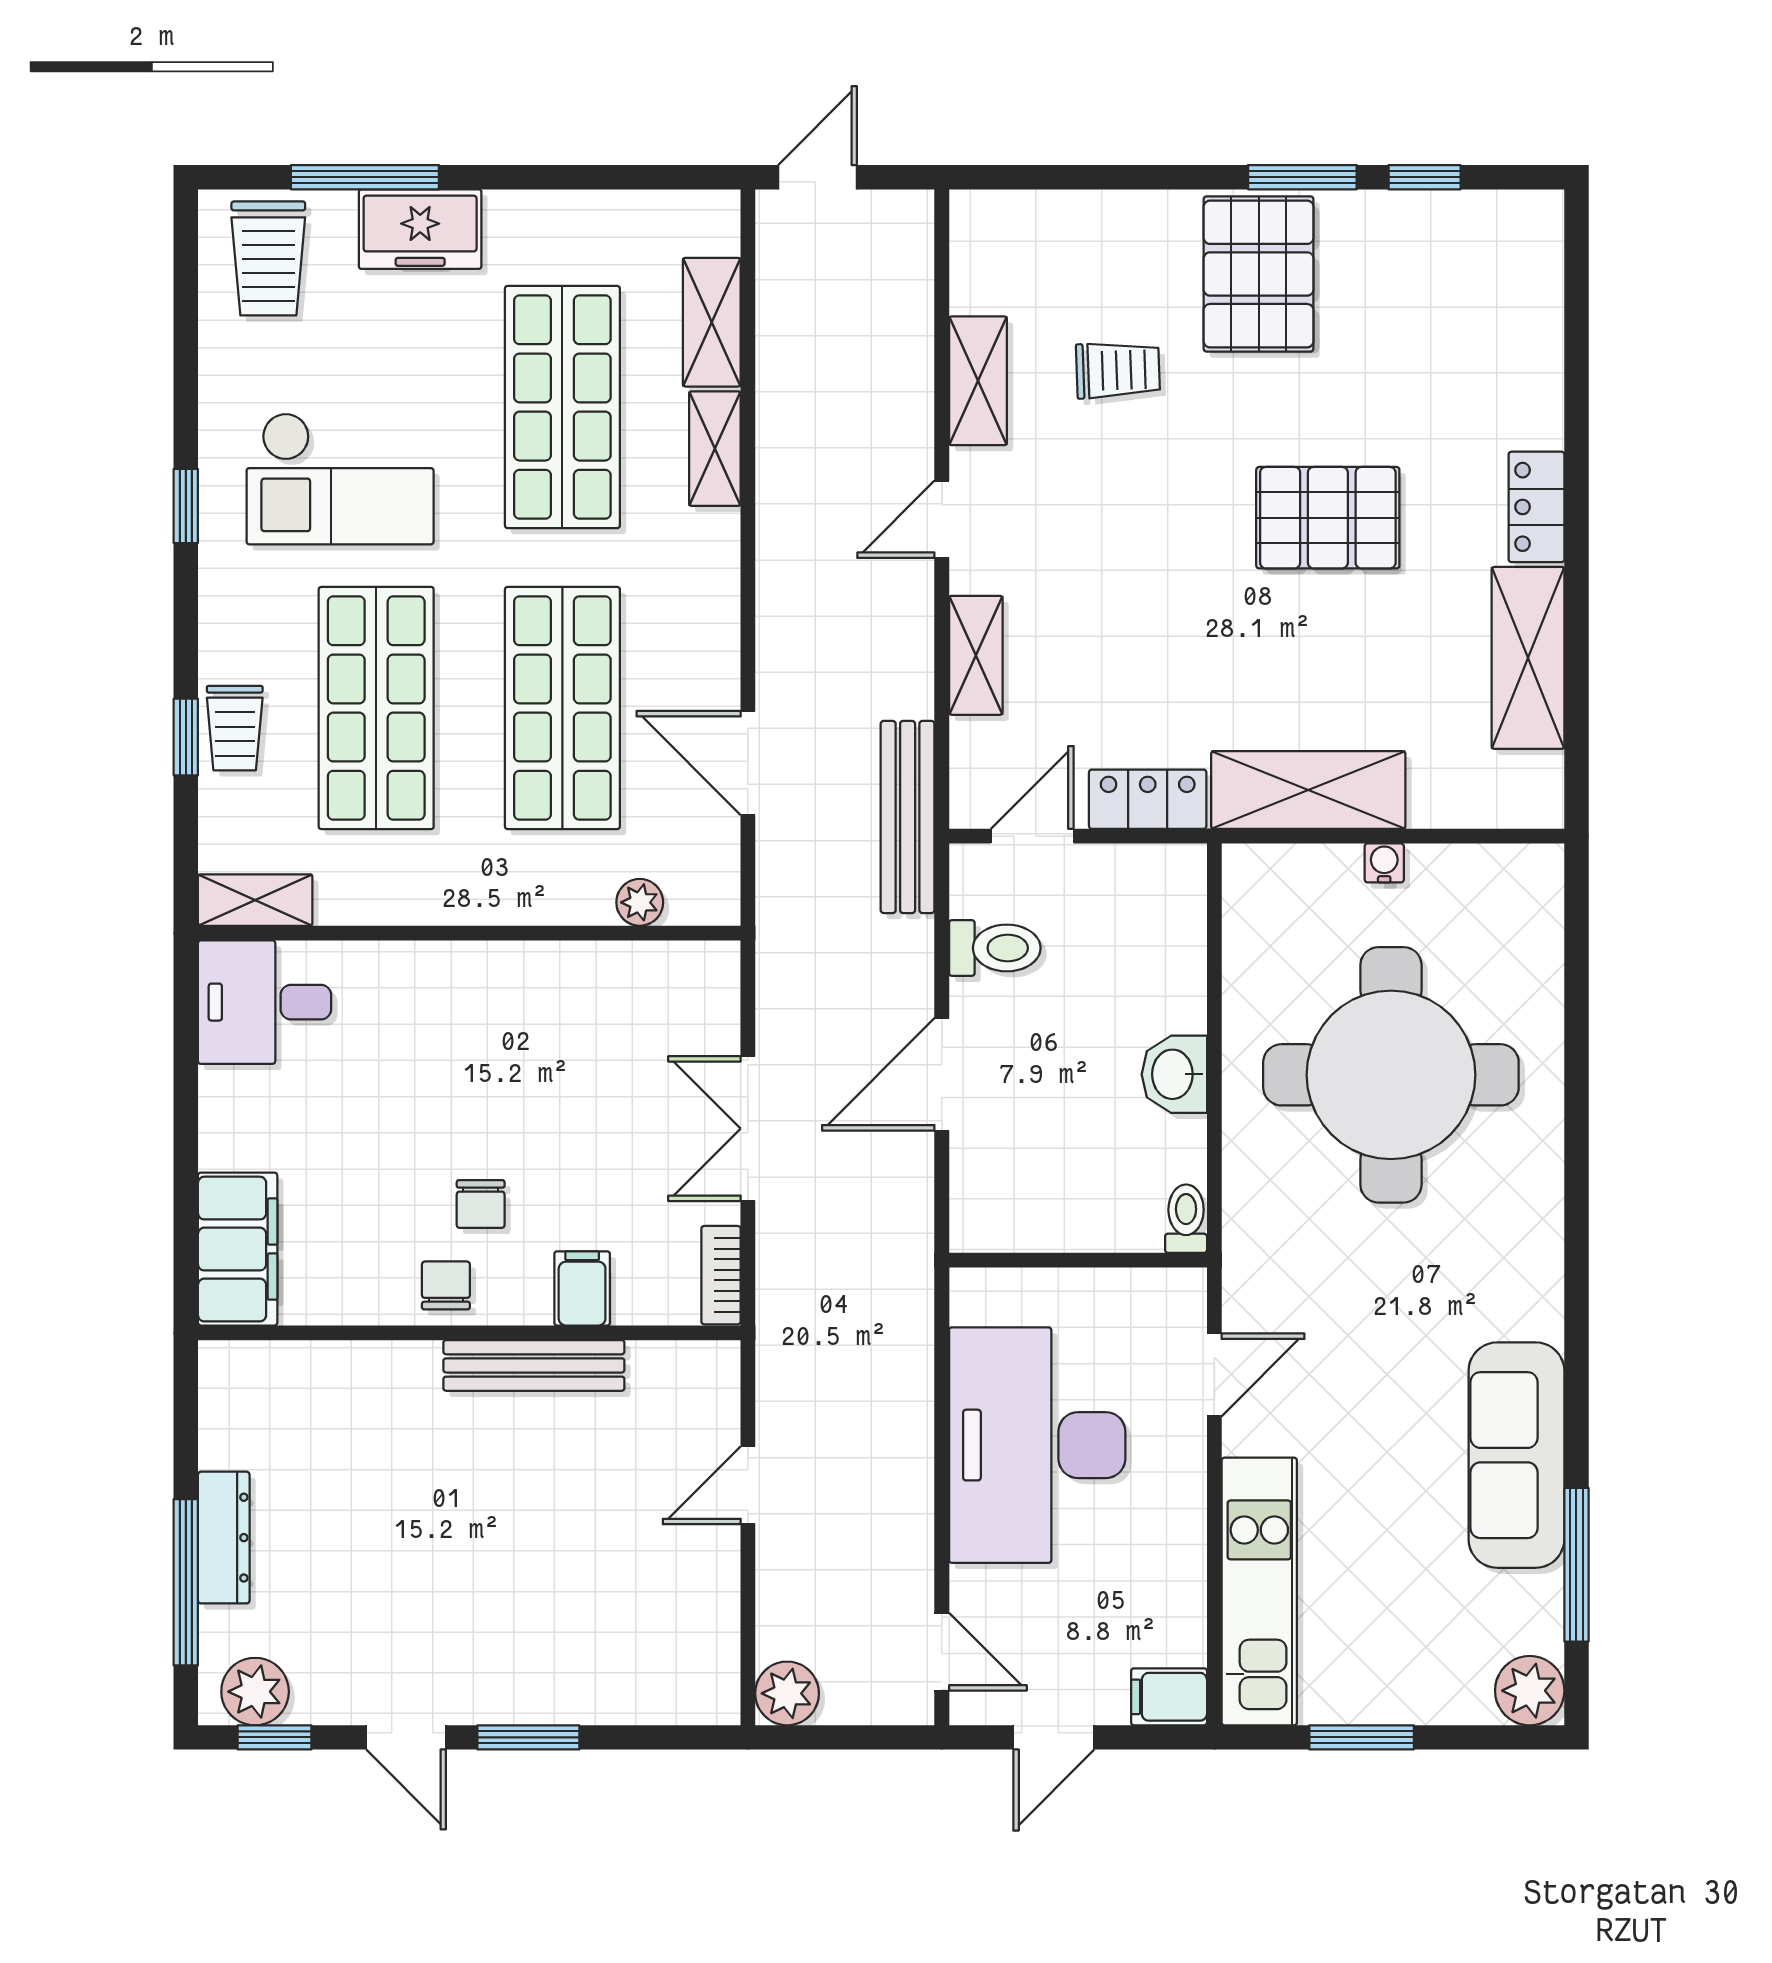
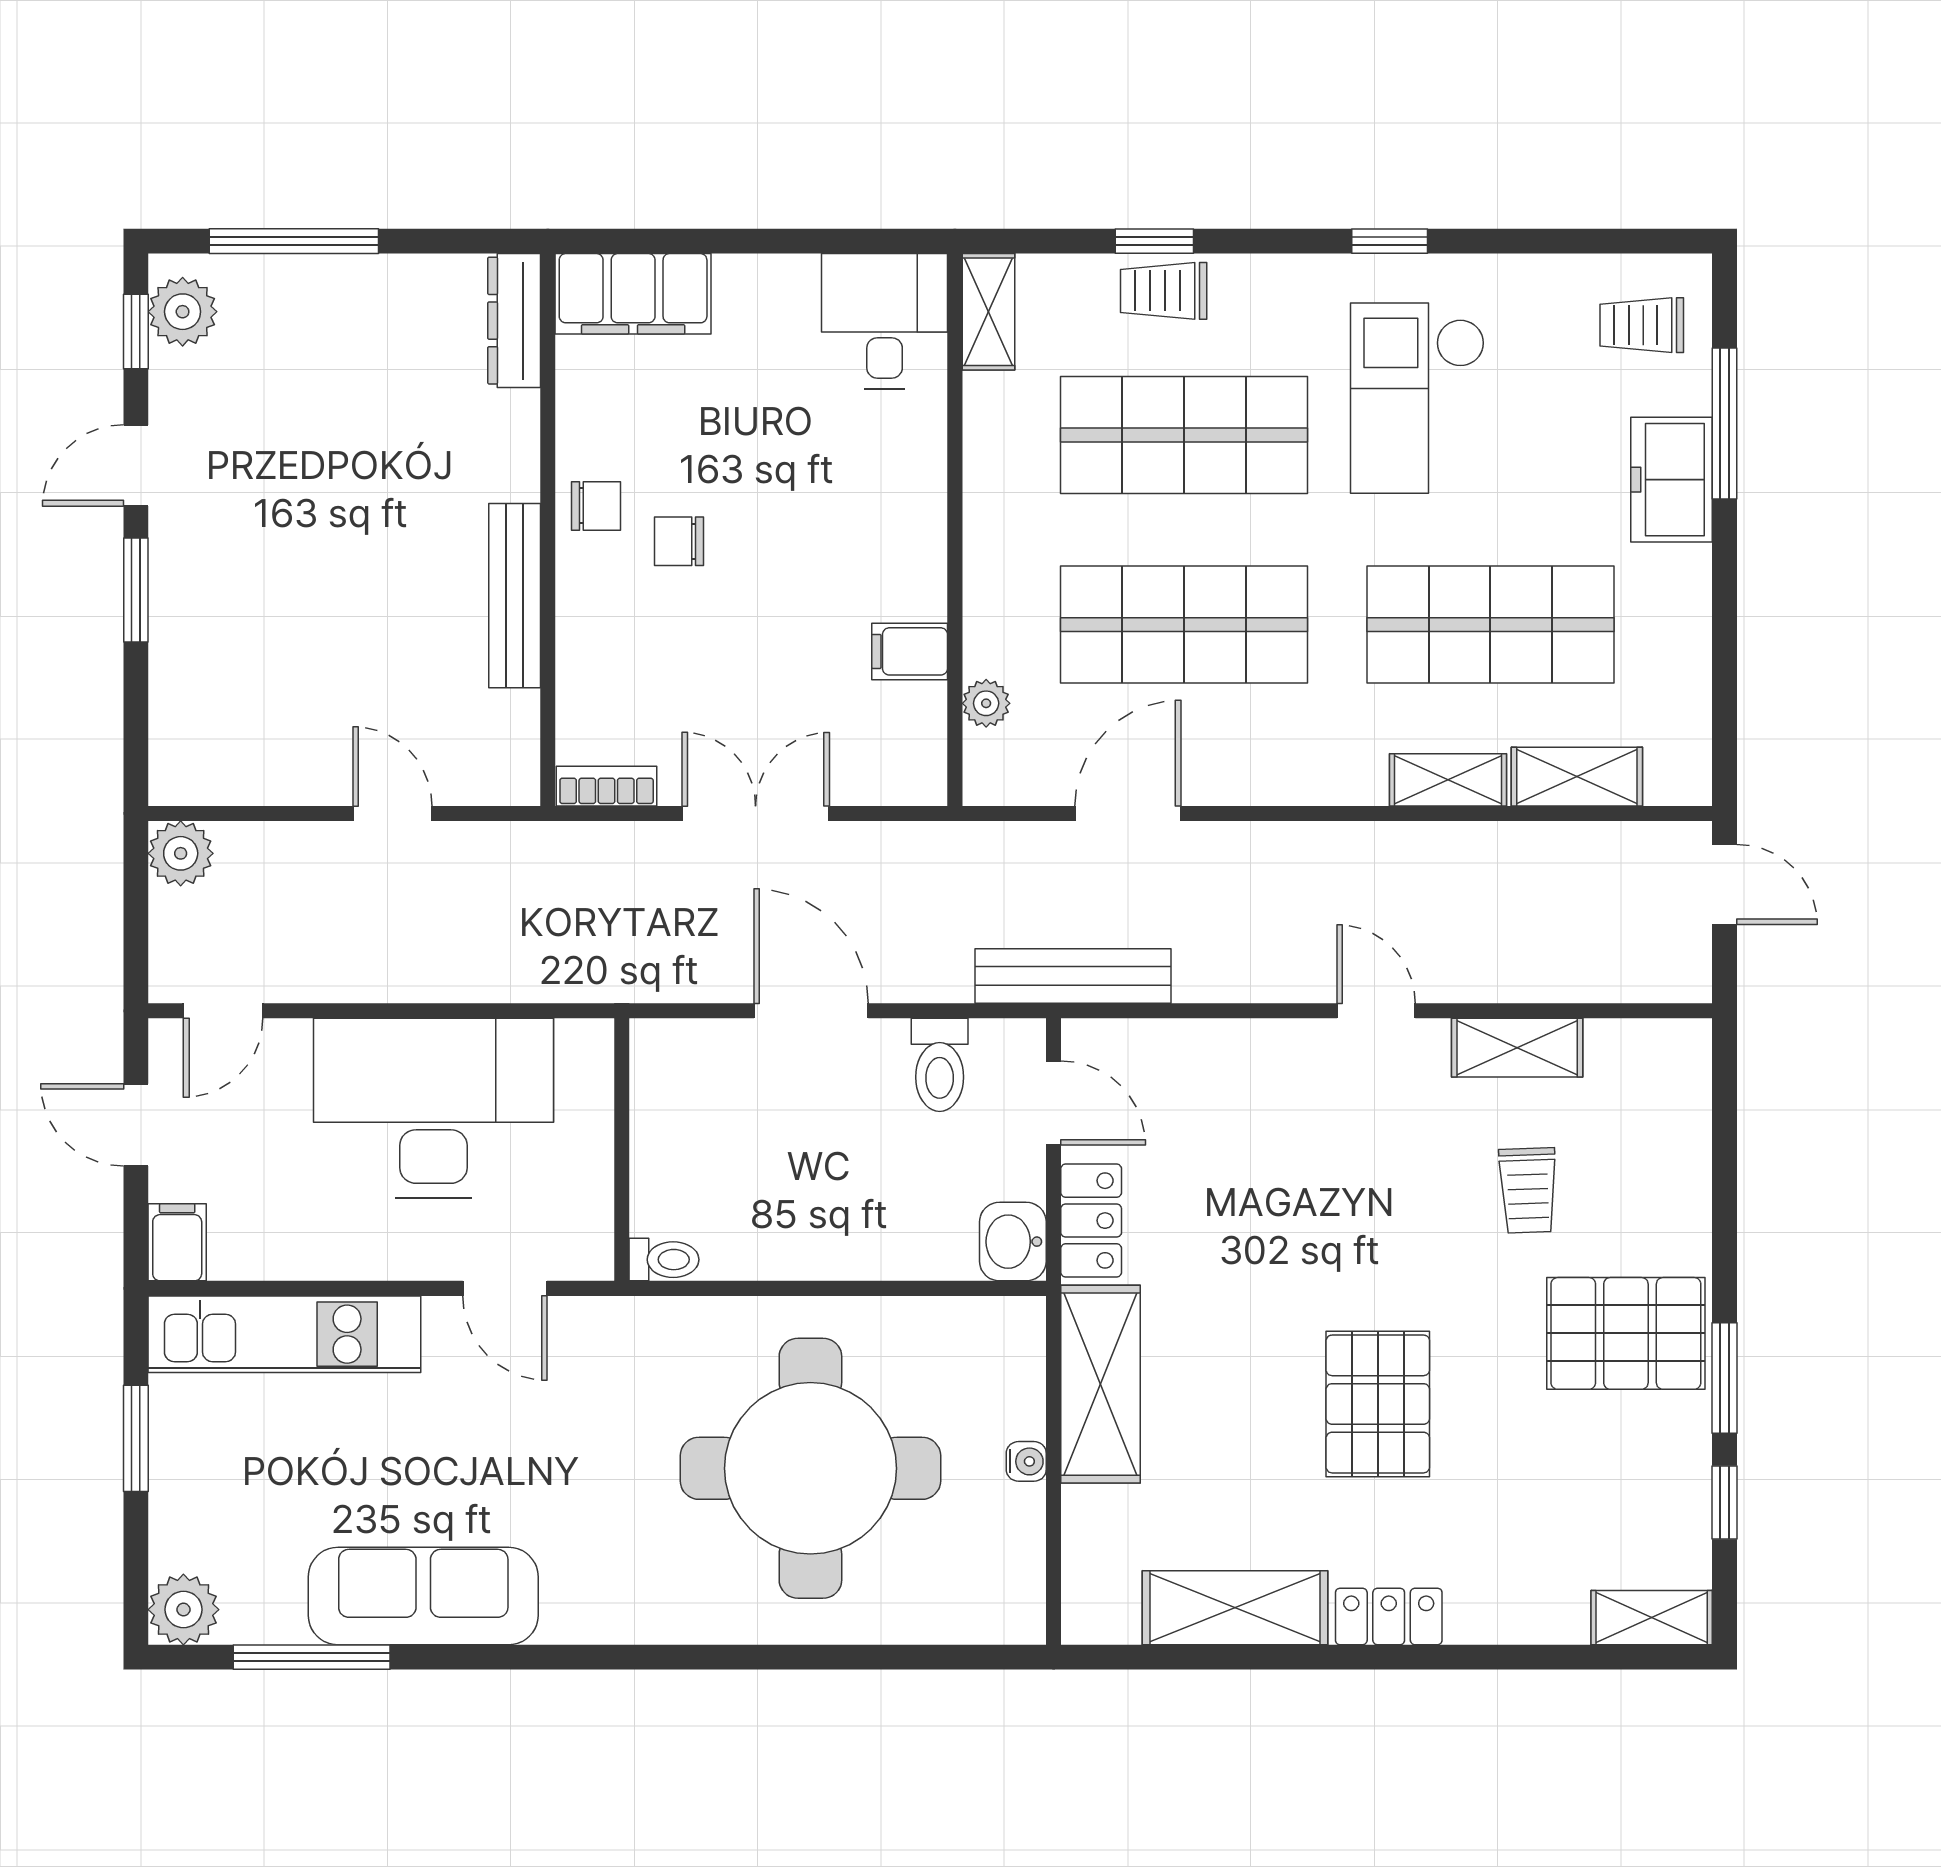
trolley: (268, 258) -> (1642, 325), width x0.73, depth x0.72
shelving: (976, 655) -> (1652, 1618), moved
washbasin: (1174, 1074) -> (1013, 1242), moved, turned -90
filing cabinet: (582, 1288) -> (910, 651), moved, turned 180
dresser: (224, 1538) -> (514, 321), moved, turned 90

